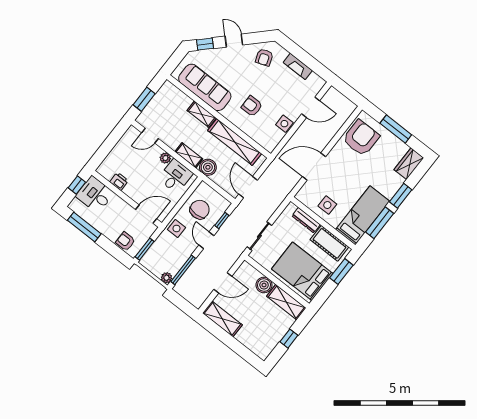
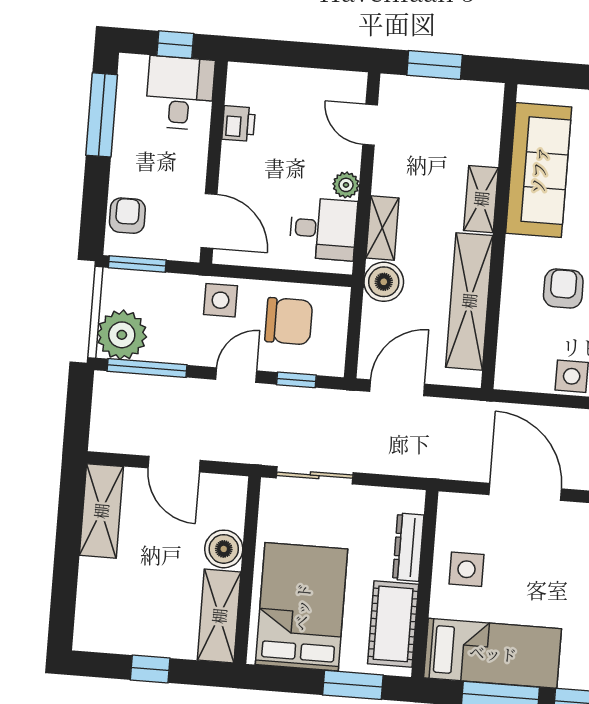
plant: (167, 278) -> (122, 335), width x1.88, depth x1.88

